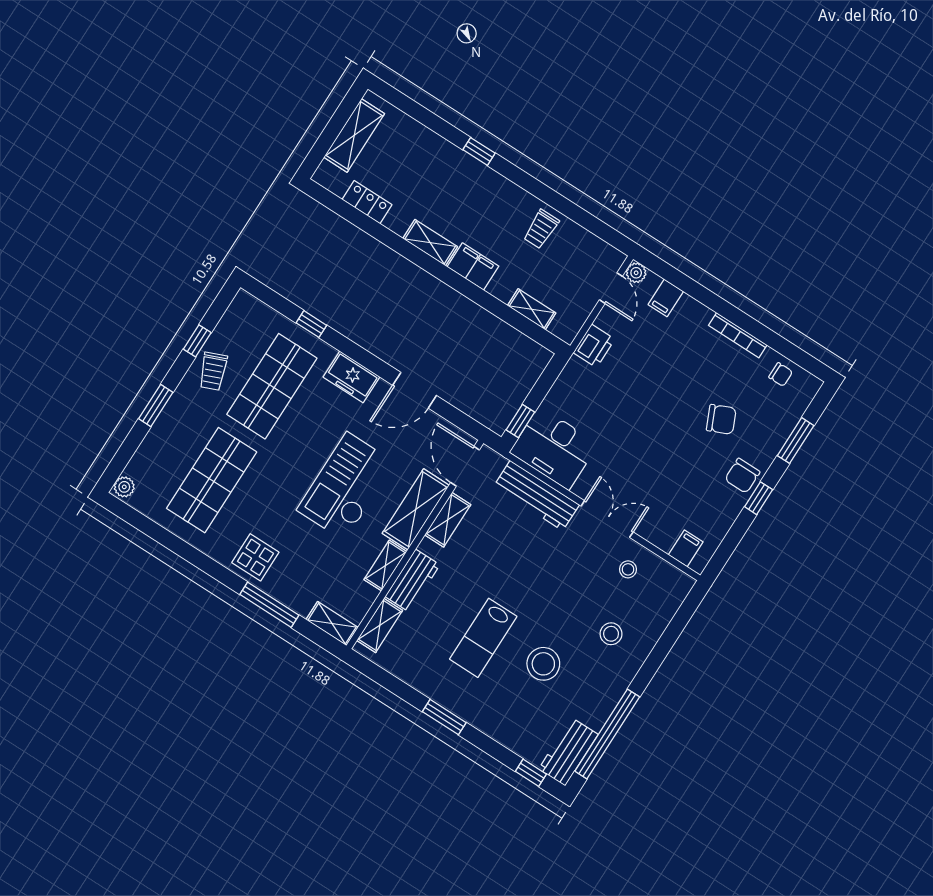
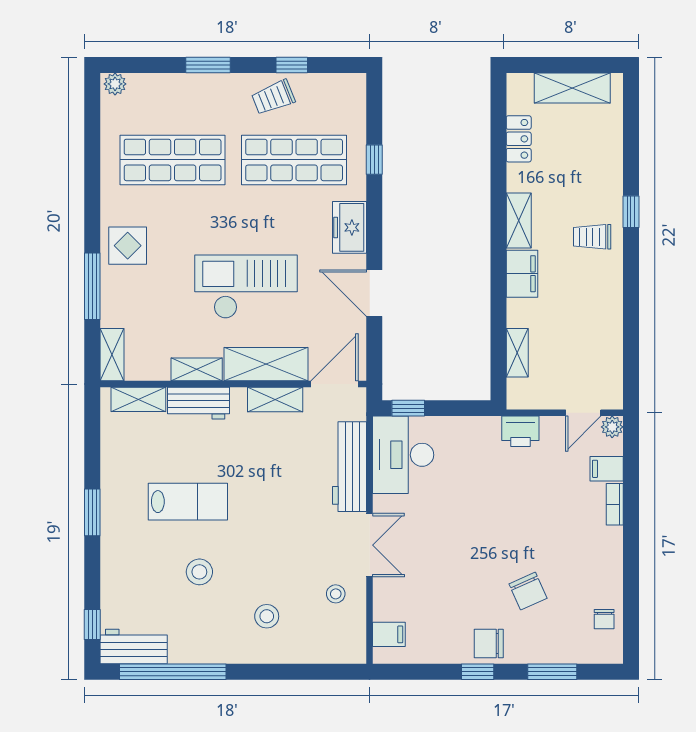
trolley: (541, 229) -> (592, 237), moved
bookcase: (738, 335) -> (615, 504), moved, width x0.64
lab bench: (483, 638) -> (188, 502), turned 180
stool: (543, 664) -> (199, 572), width x0.73, depth x0.73

